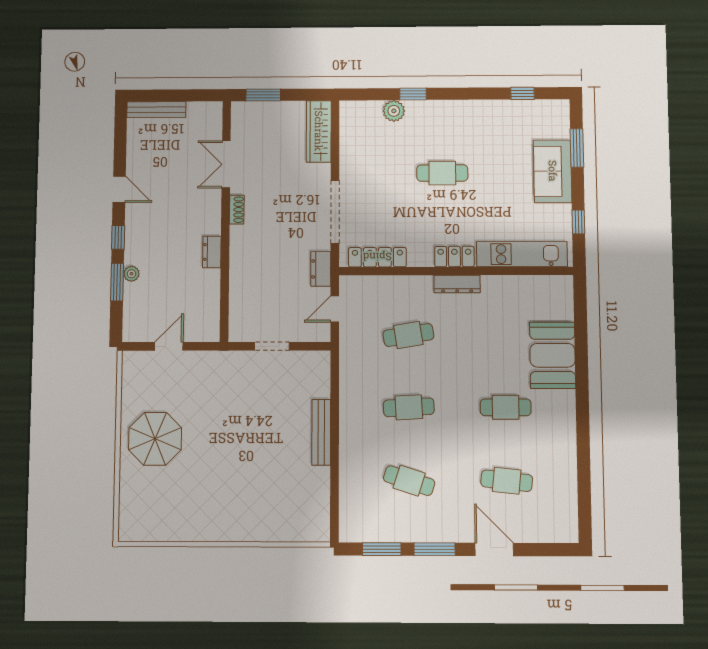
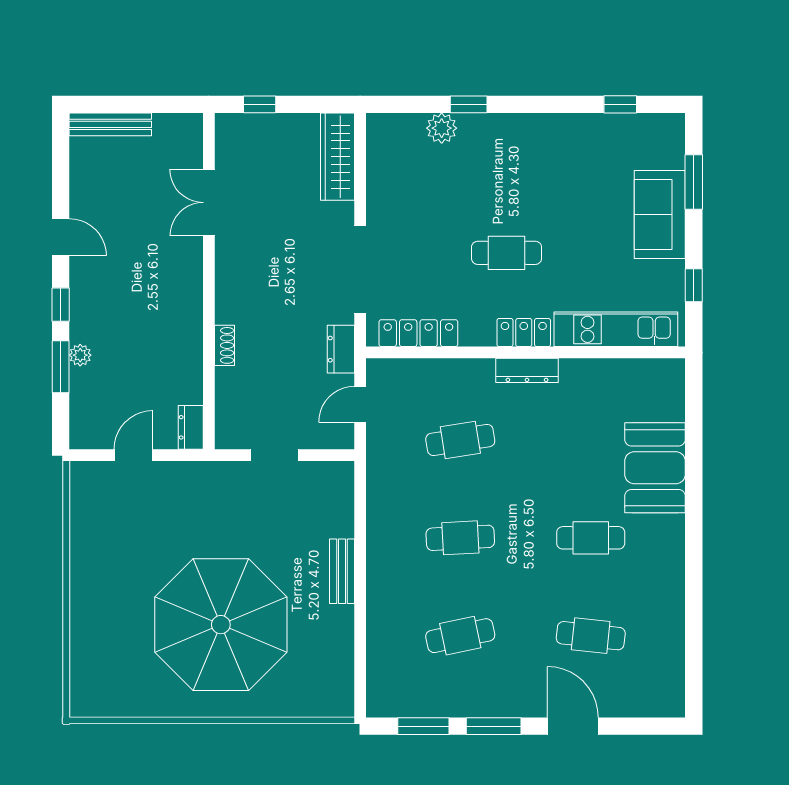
window: (263, 95) -> (260, 104), width x0.67
cafe table: (442, 173) -> (507, 253), moved
shoe rack: (237, 210) -> (224, 345), moved
dresser: (212, 252) -> (191, 427), moved
bench: (321, 432) -> (342, 571), width x0.73
parasol: (155, 439) -> (221, 625), moved, width x1.86, depth x1.86
cafe table: (409, 481) -> (460, 636), turned -30

